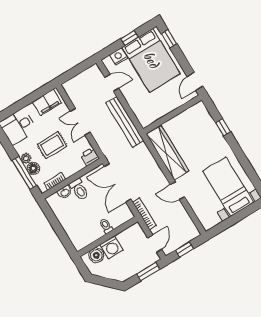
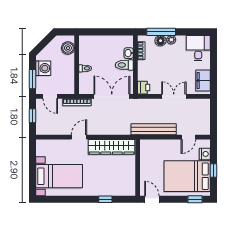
rug: (52, 145) -> (169, 65), removed
washing machine: (111, 247) -> (43, 68), moved, turned 180

